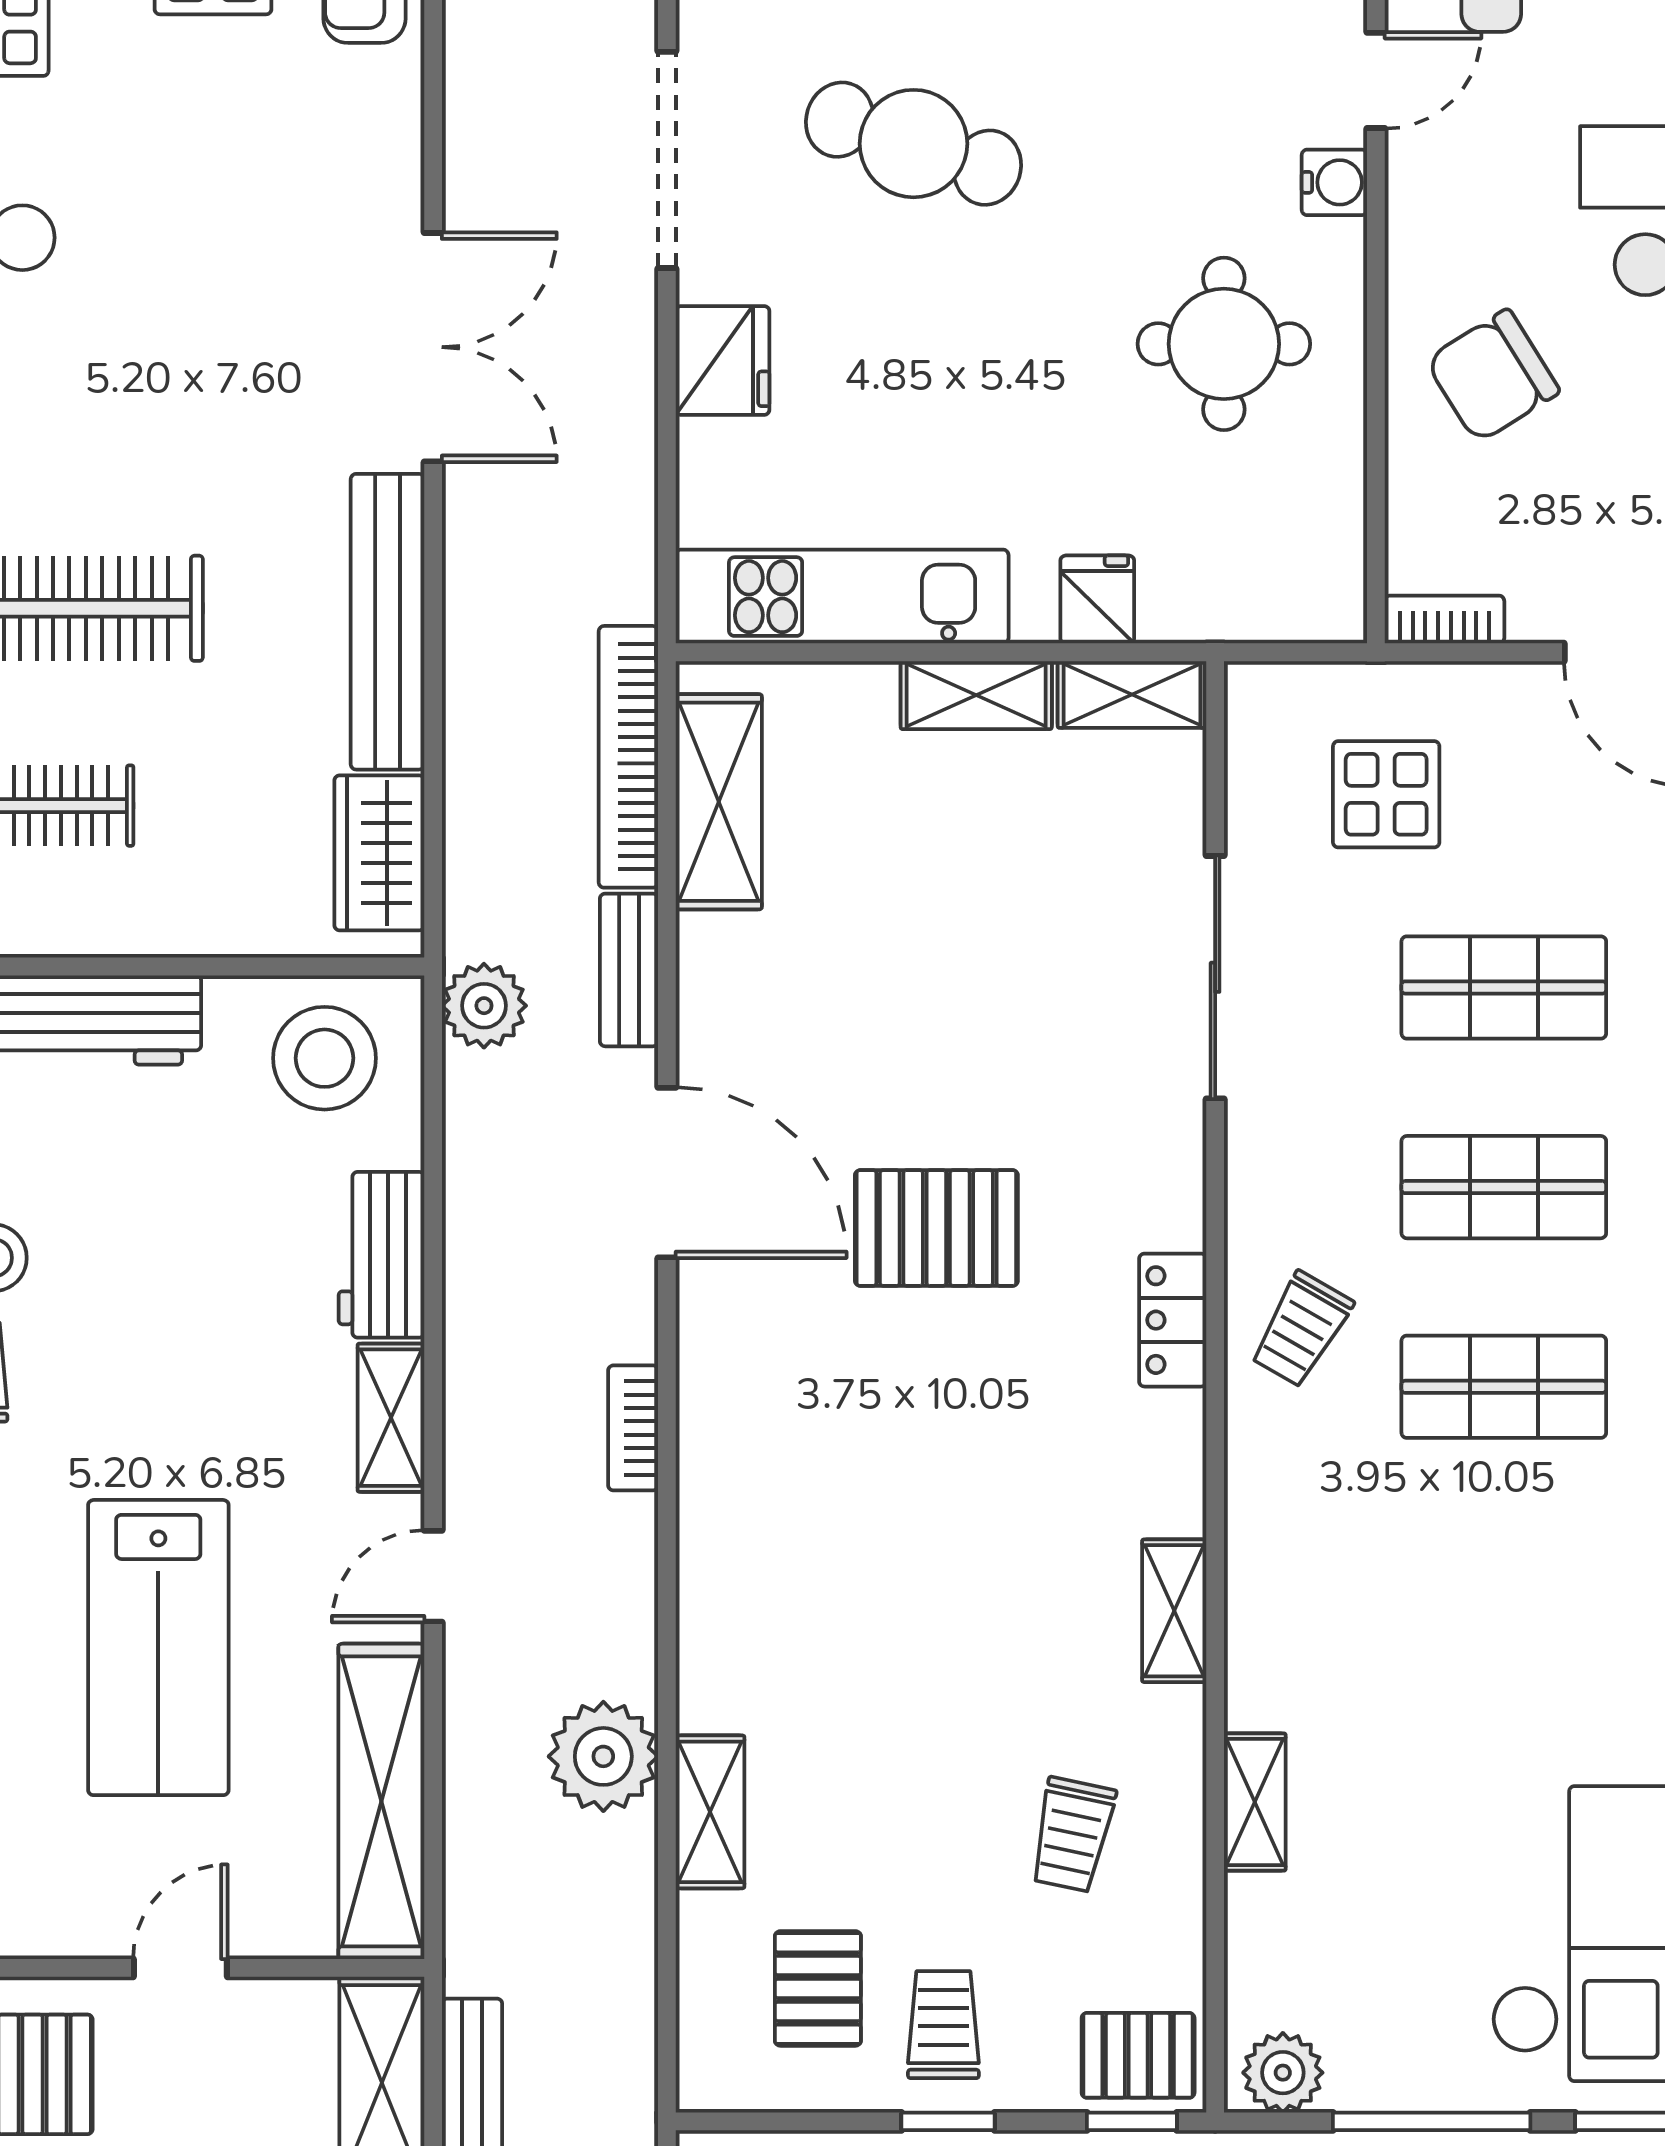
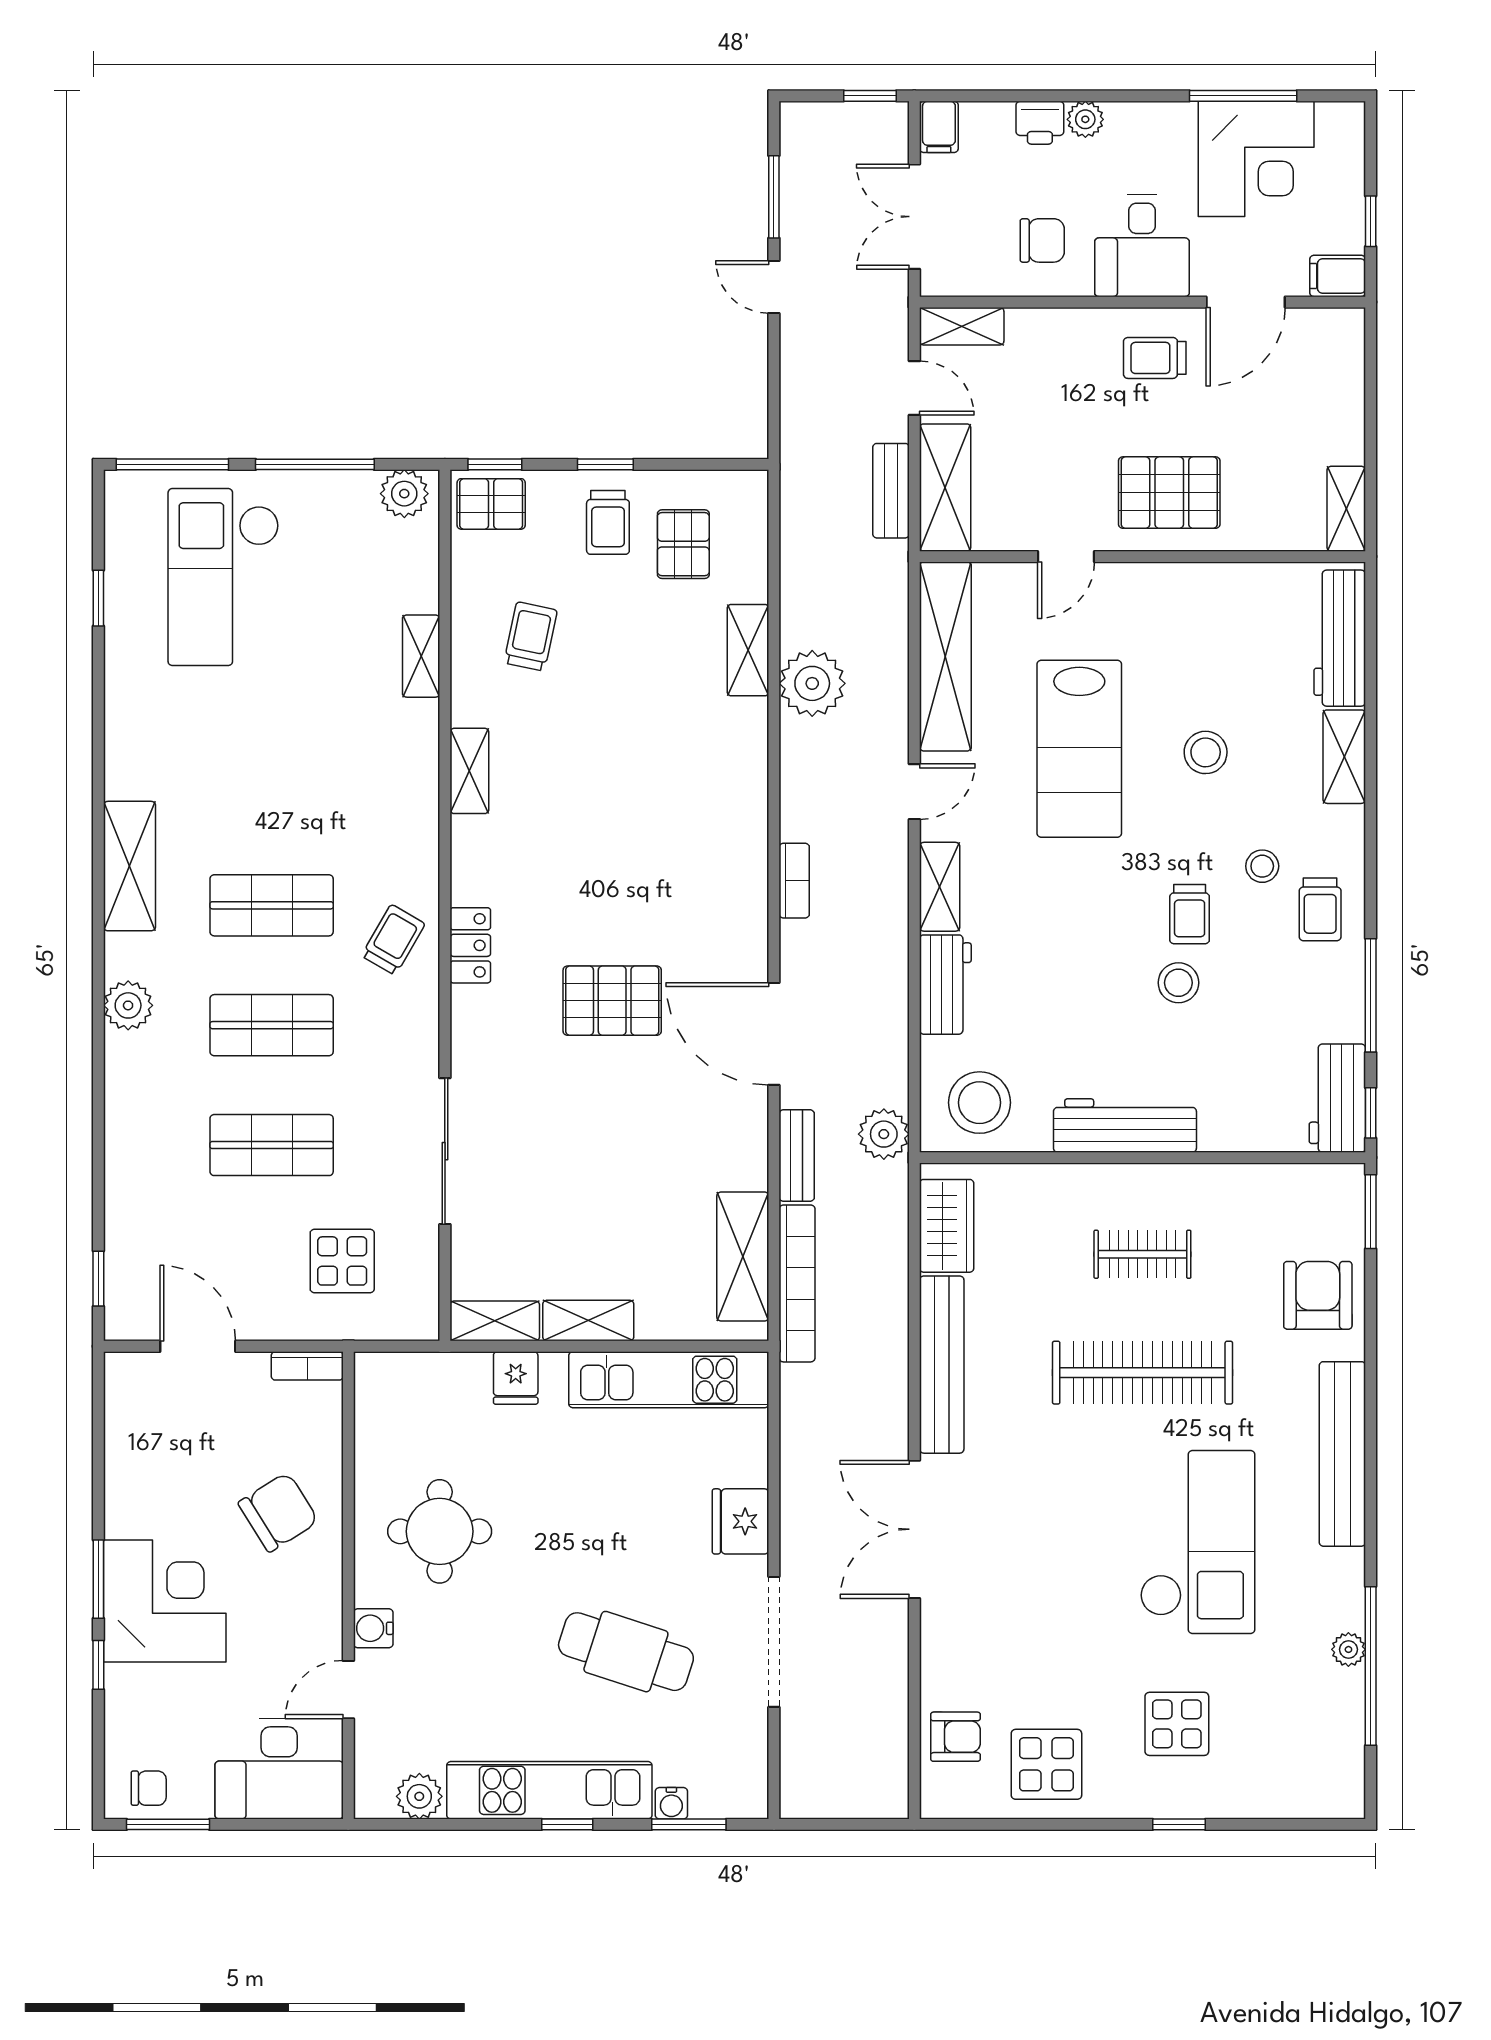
lab bench: (158, 1648) -> (1079, 749), turned 180

